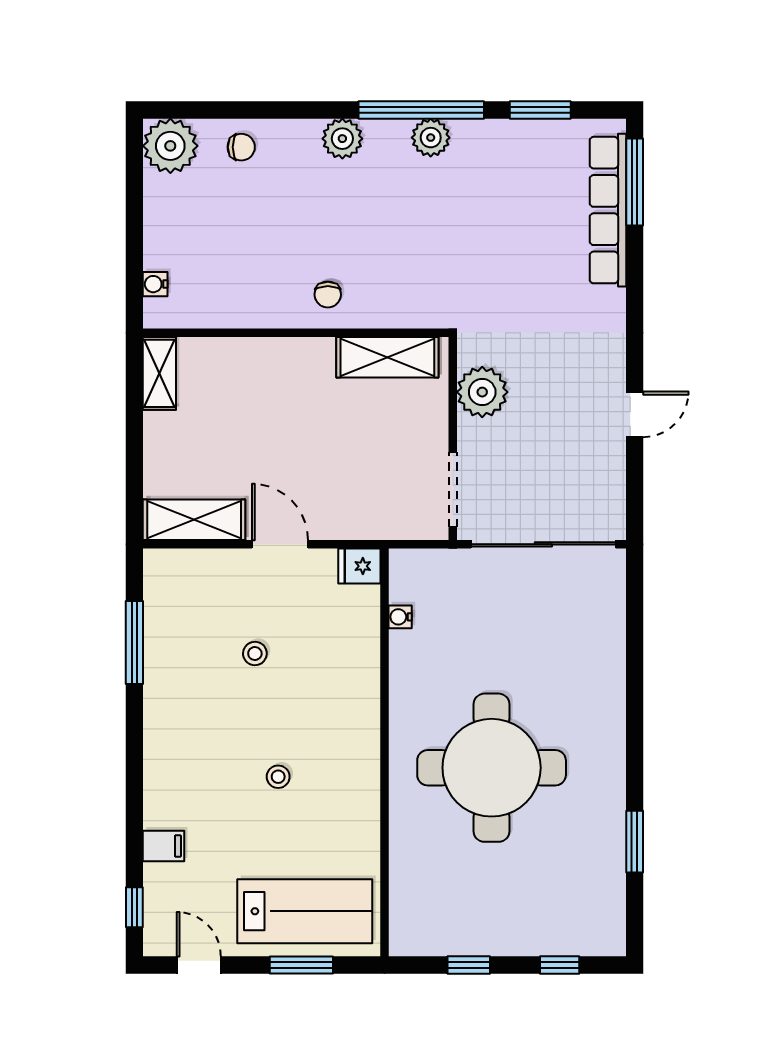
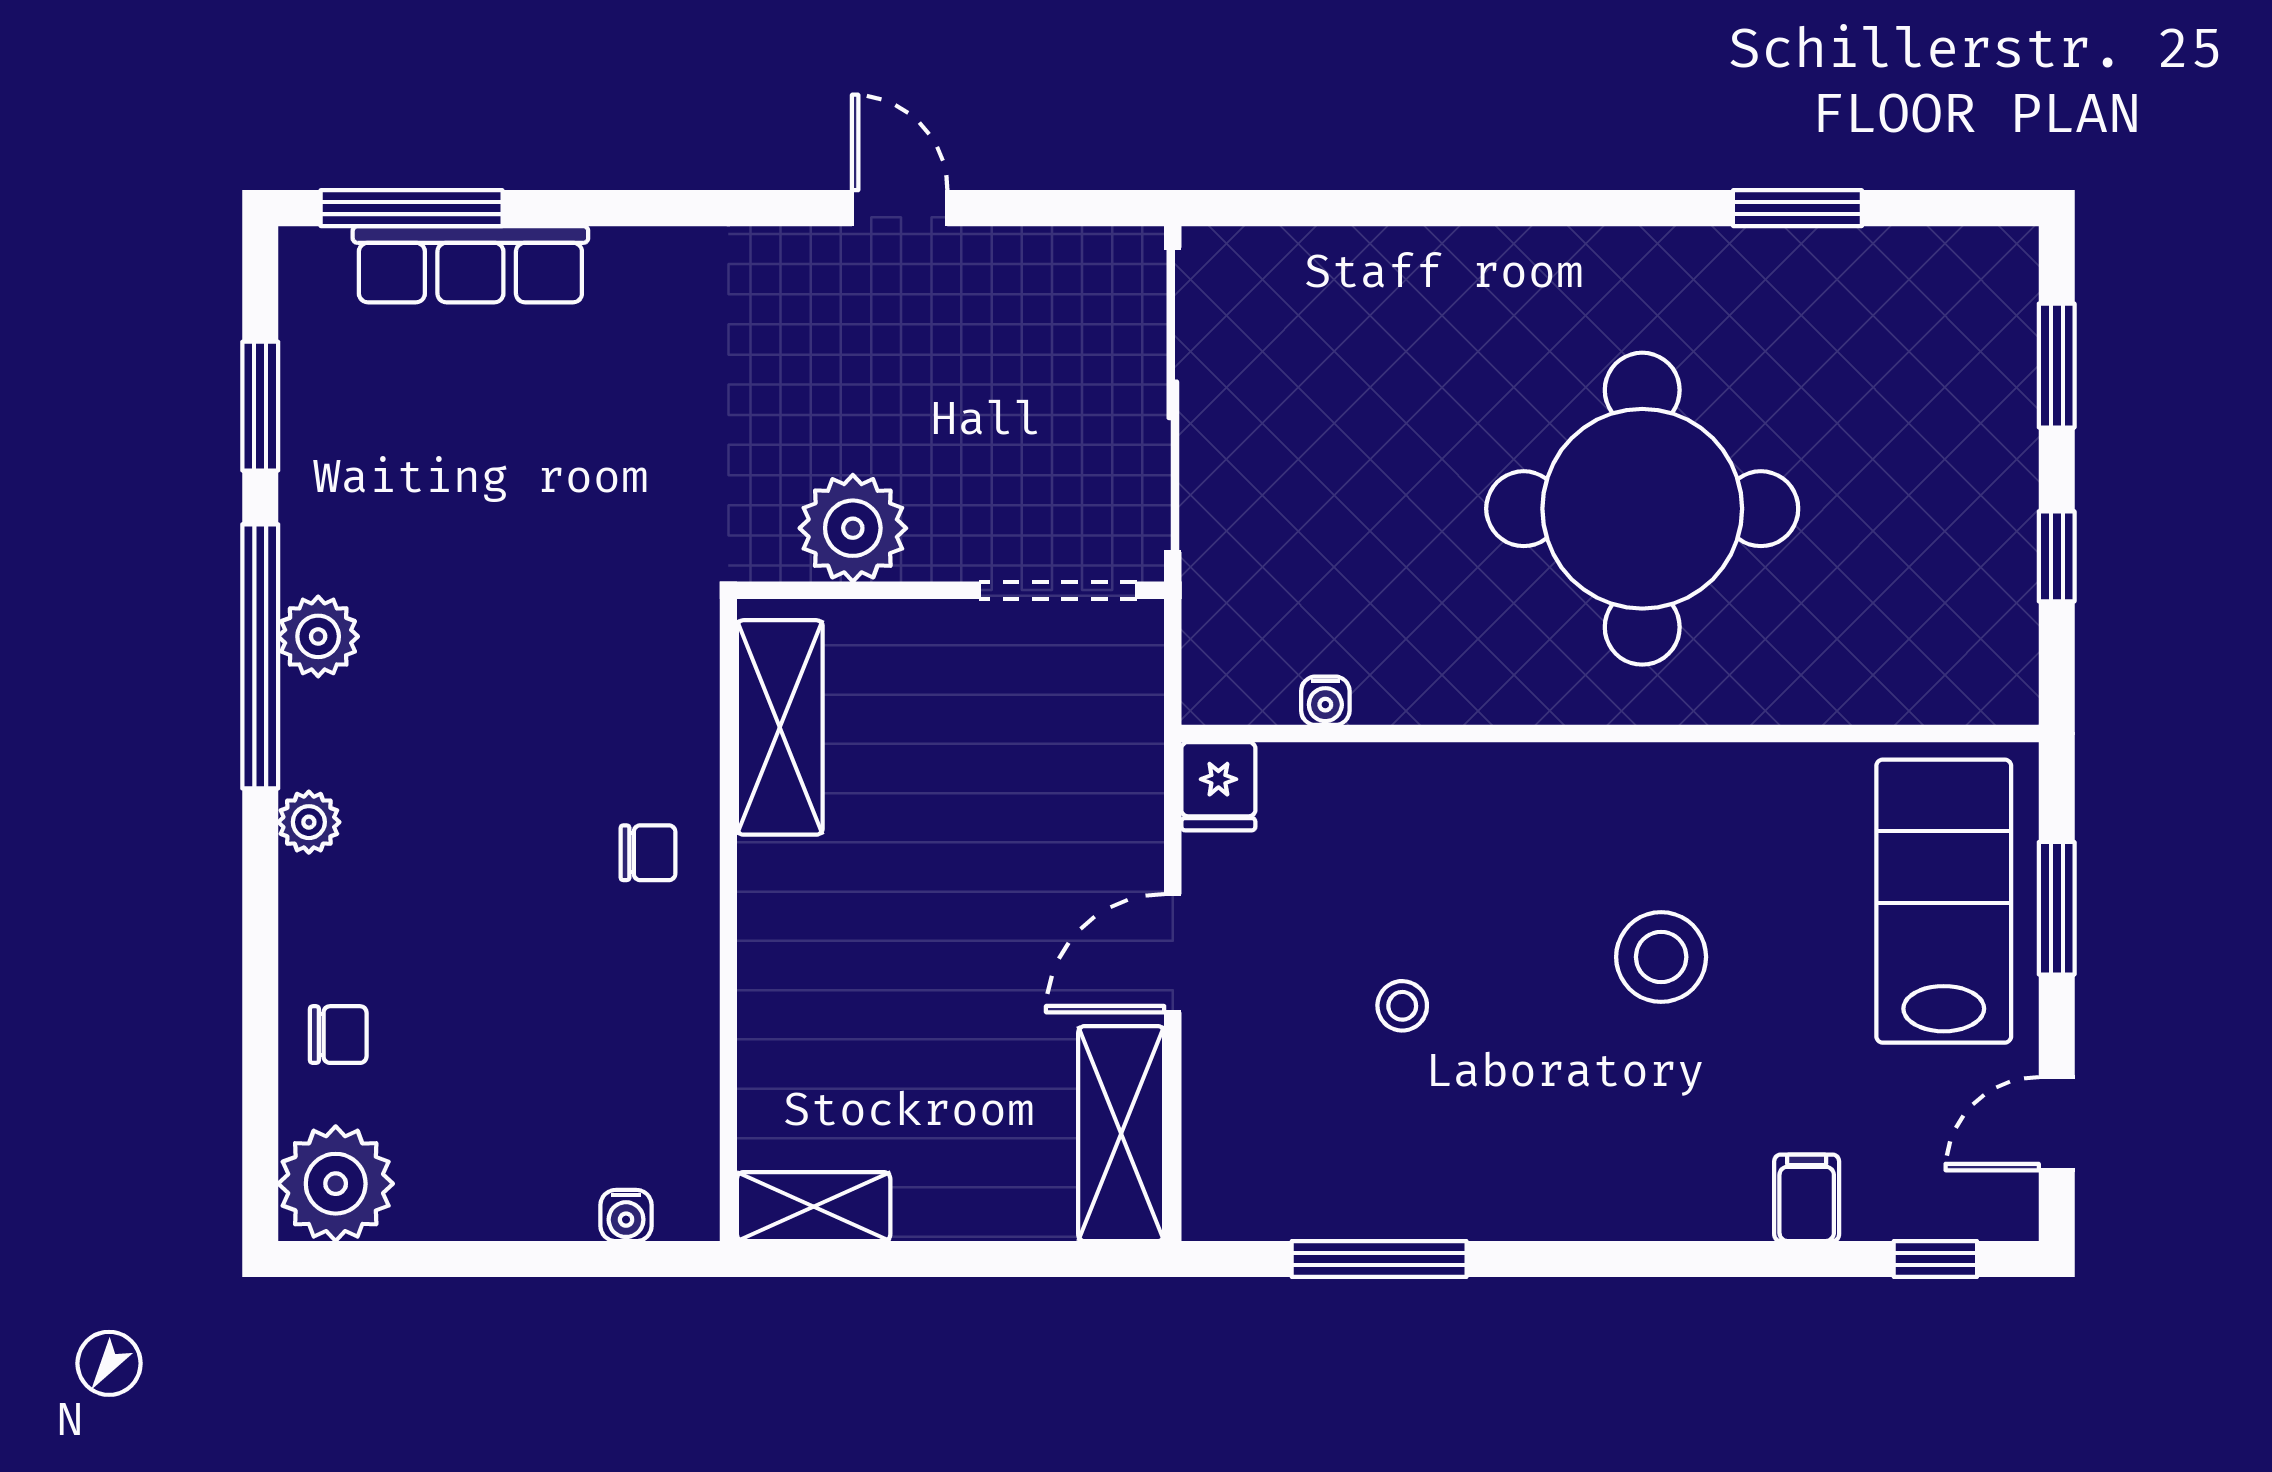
plant: (342, 139) -> (309, 822), width x0.73, depth x0.73
chair: (241, 147) -> (338, 1035), turned 90
row of seats: (608, 210) -> (470, 264), width x0.73
stool: (278, 777) -> (1661, 957), width x1.89, depth x1.89
window: (560, 965) -> (2057, 366), width x1.50

